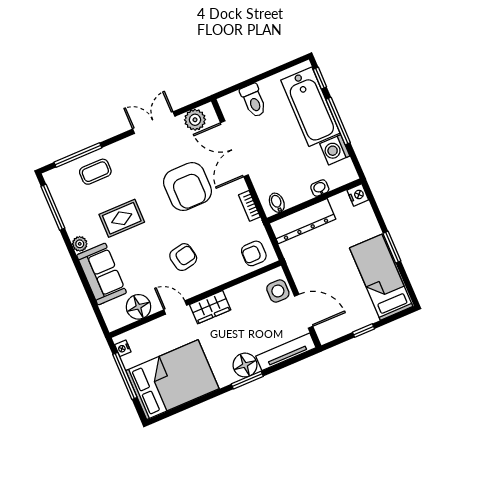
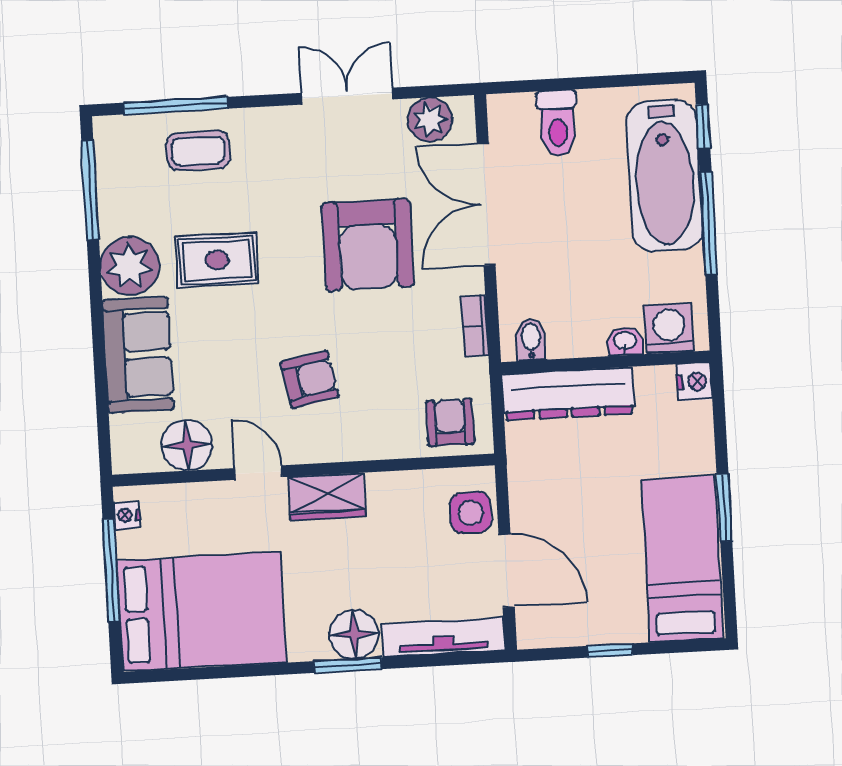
washing machine: (335, 150) -> (669, 329), moved, turned 90
plant: (80, 244) -> (130, 266), width x1.88, depth x1.88
armchair: (254, 253) -> (450, 422), turned 90

